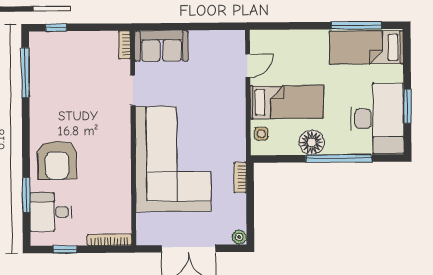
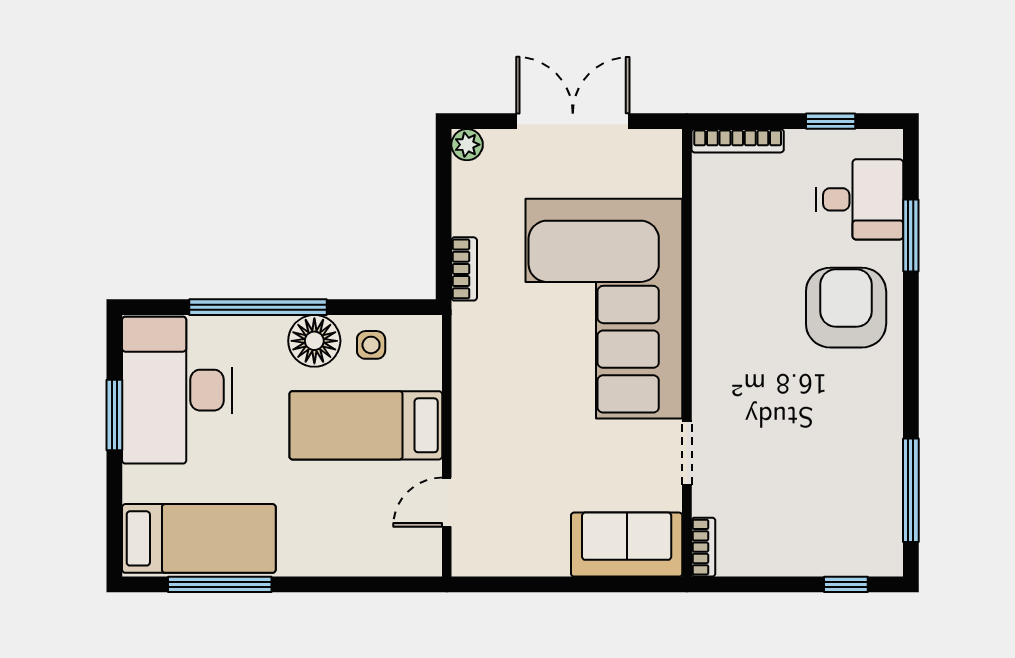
side table: (261, 134) -> (371, 345), moved

